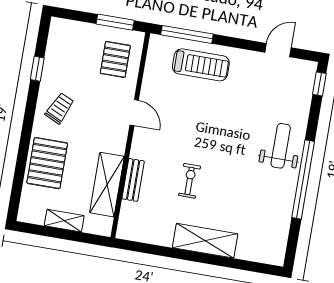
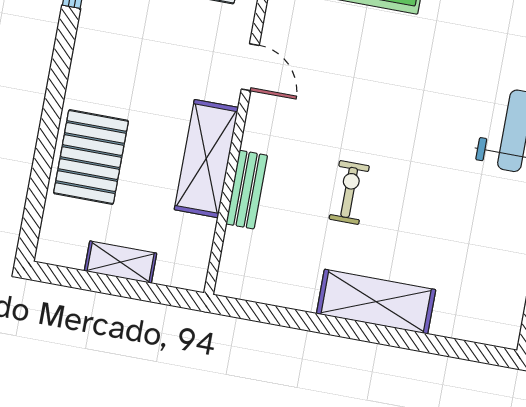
trolley: (60, 108) -> (115, 58), removed
shelving: (107, 185) -> (206, 159), moved

